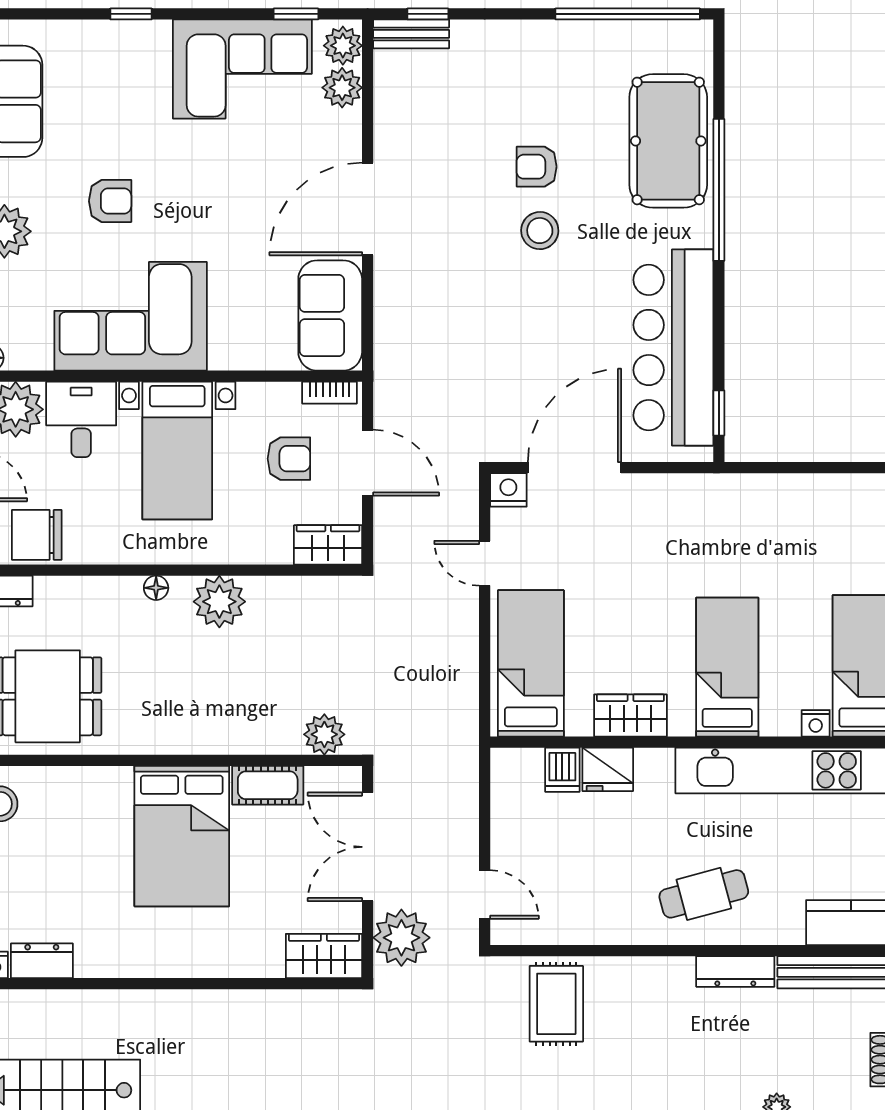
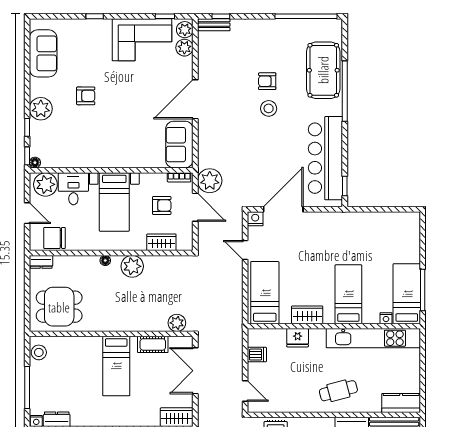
corner sofa: (131, 316) -> (94, 145), removed
wardrobe: (328, 545) -> (161, 242), moved
dishwasher: (562, 770) -> (257, 355), moved, turned -90
bed: (182, 836) -> (116, 366), width x0.67
plant: (401, 938) -> (210, 181), moved

